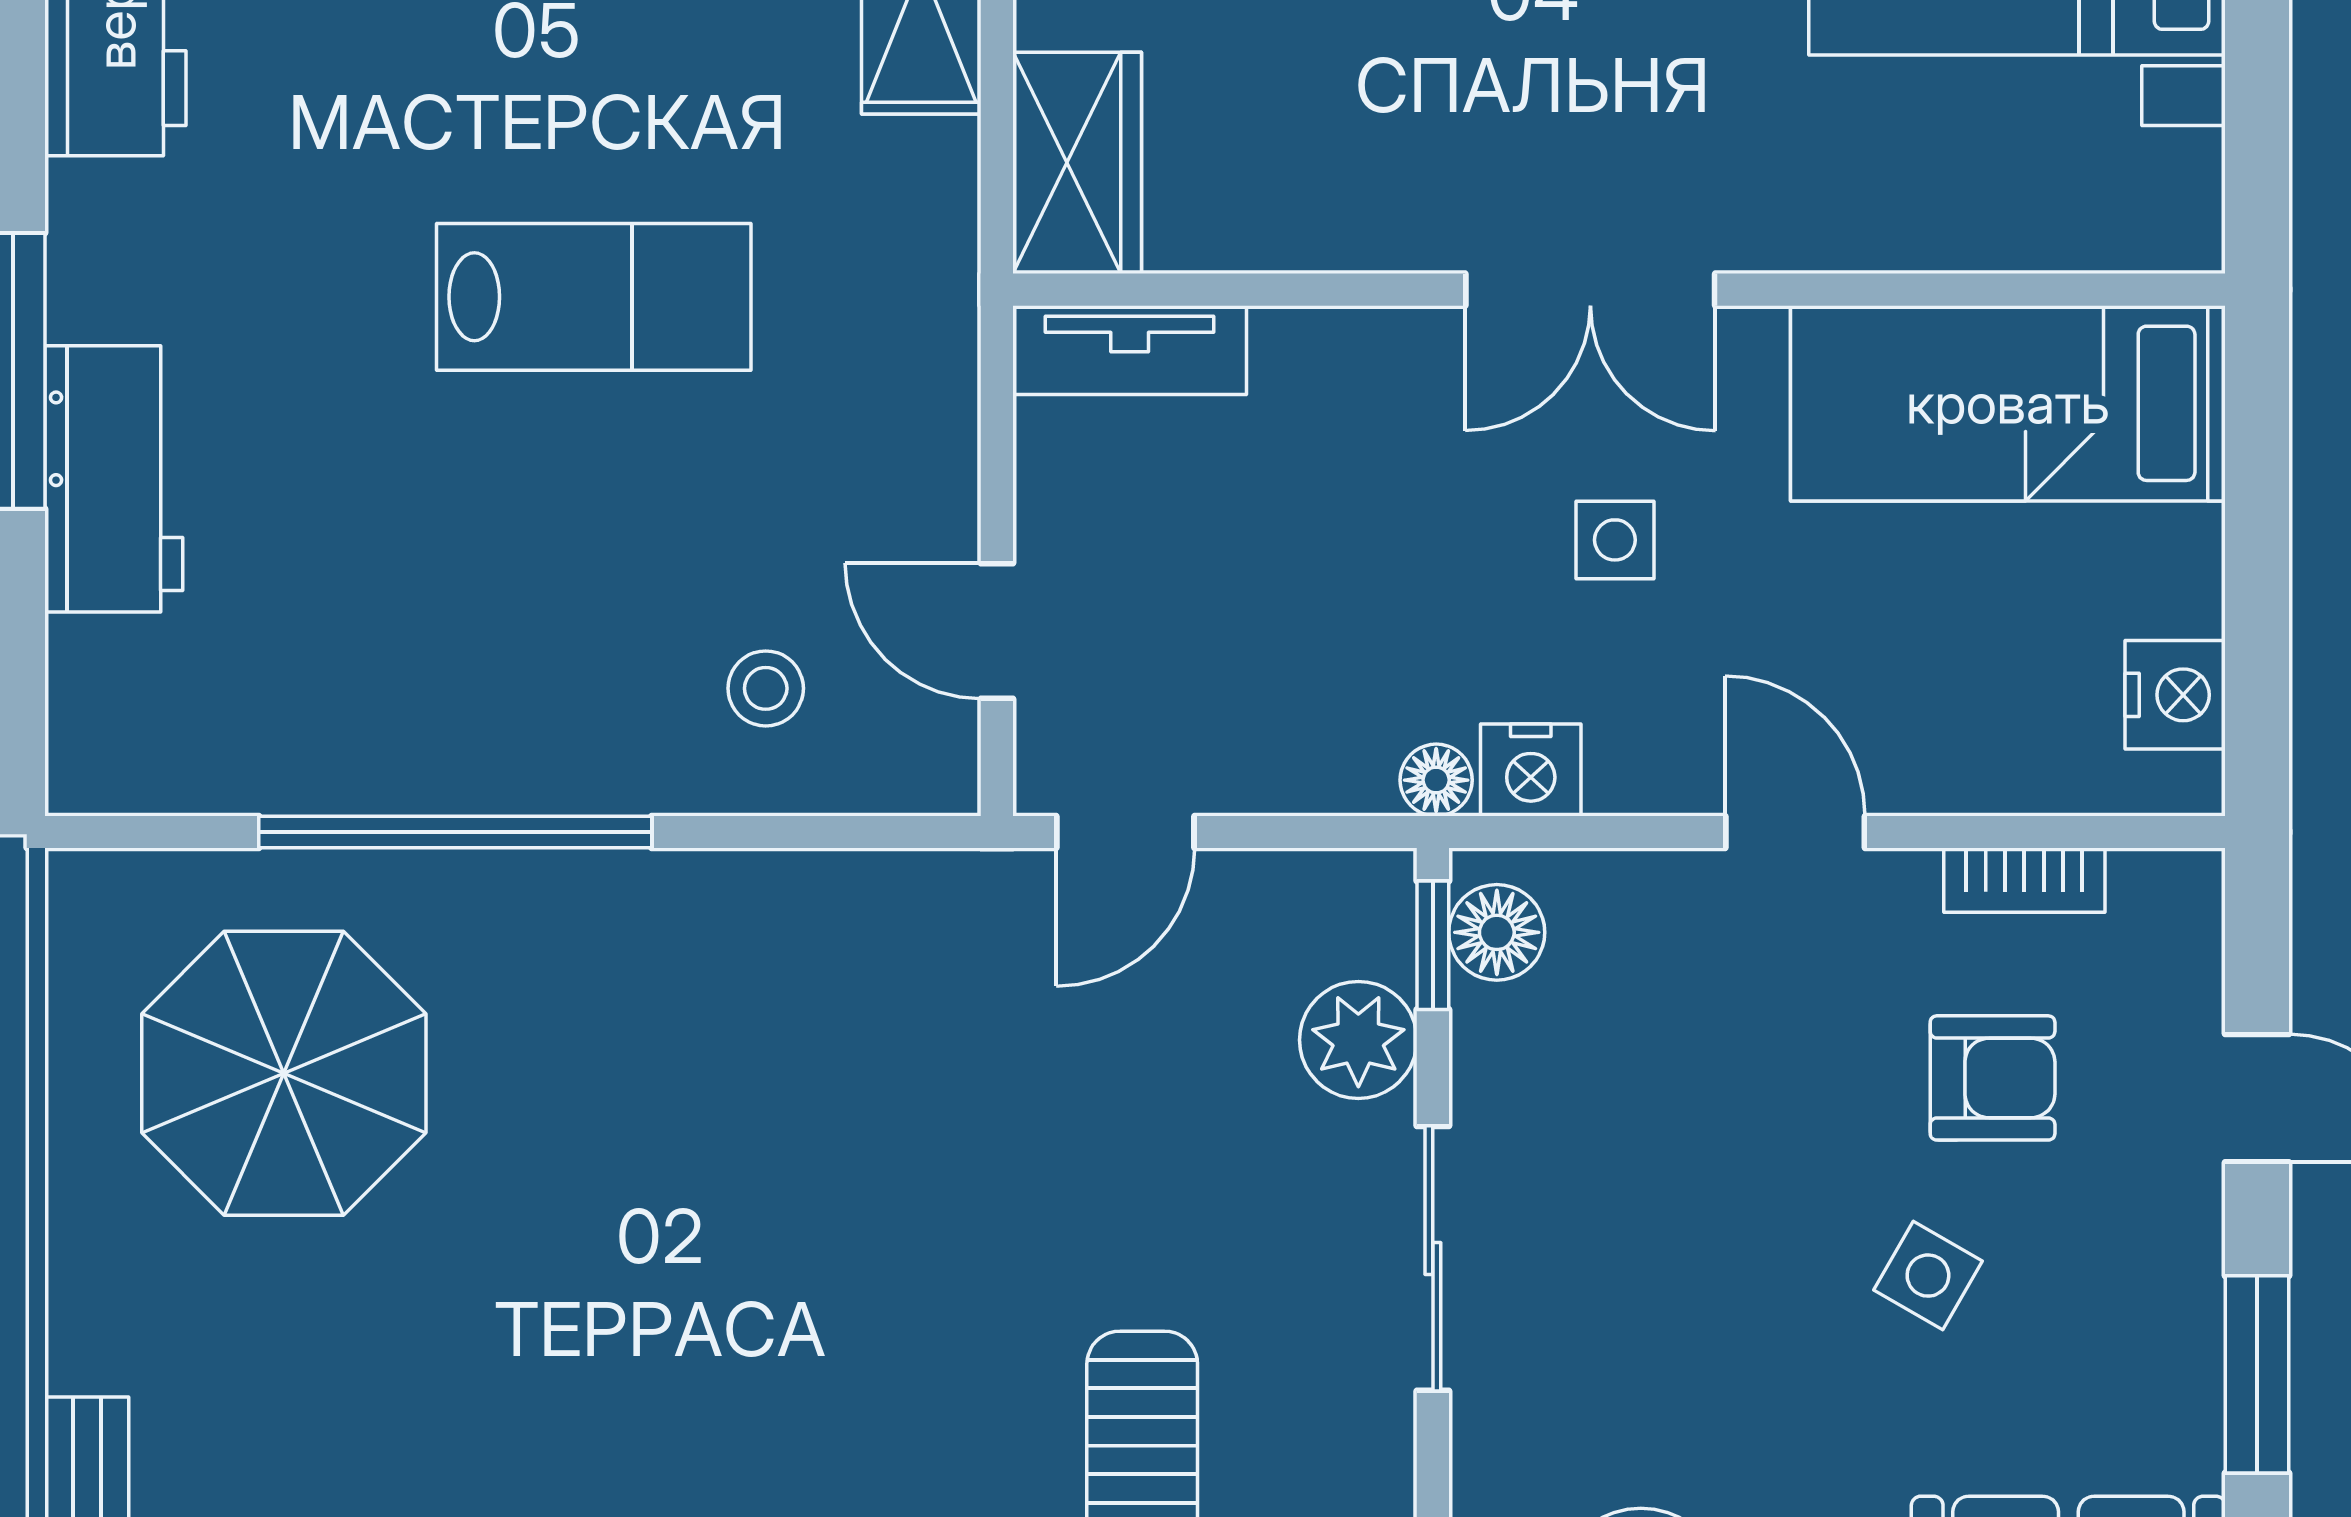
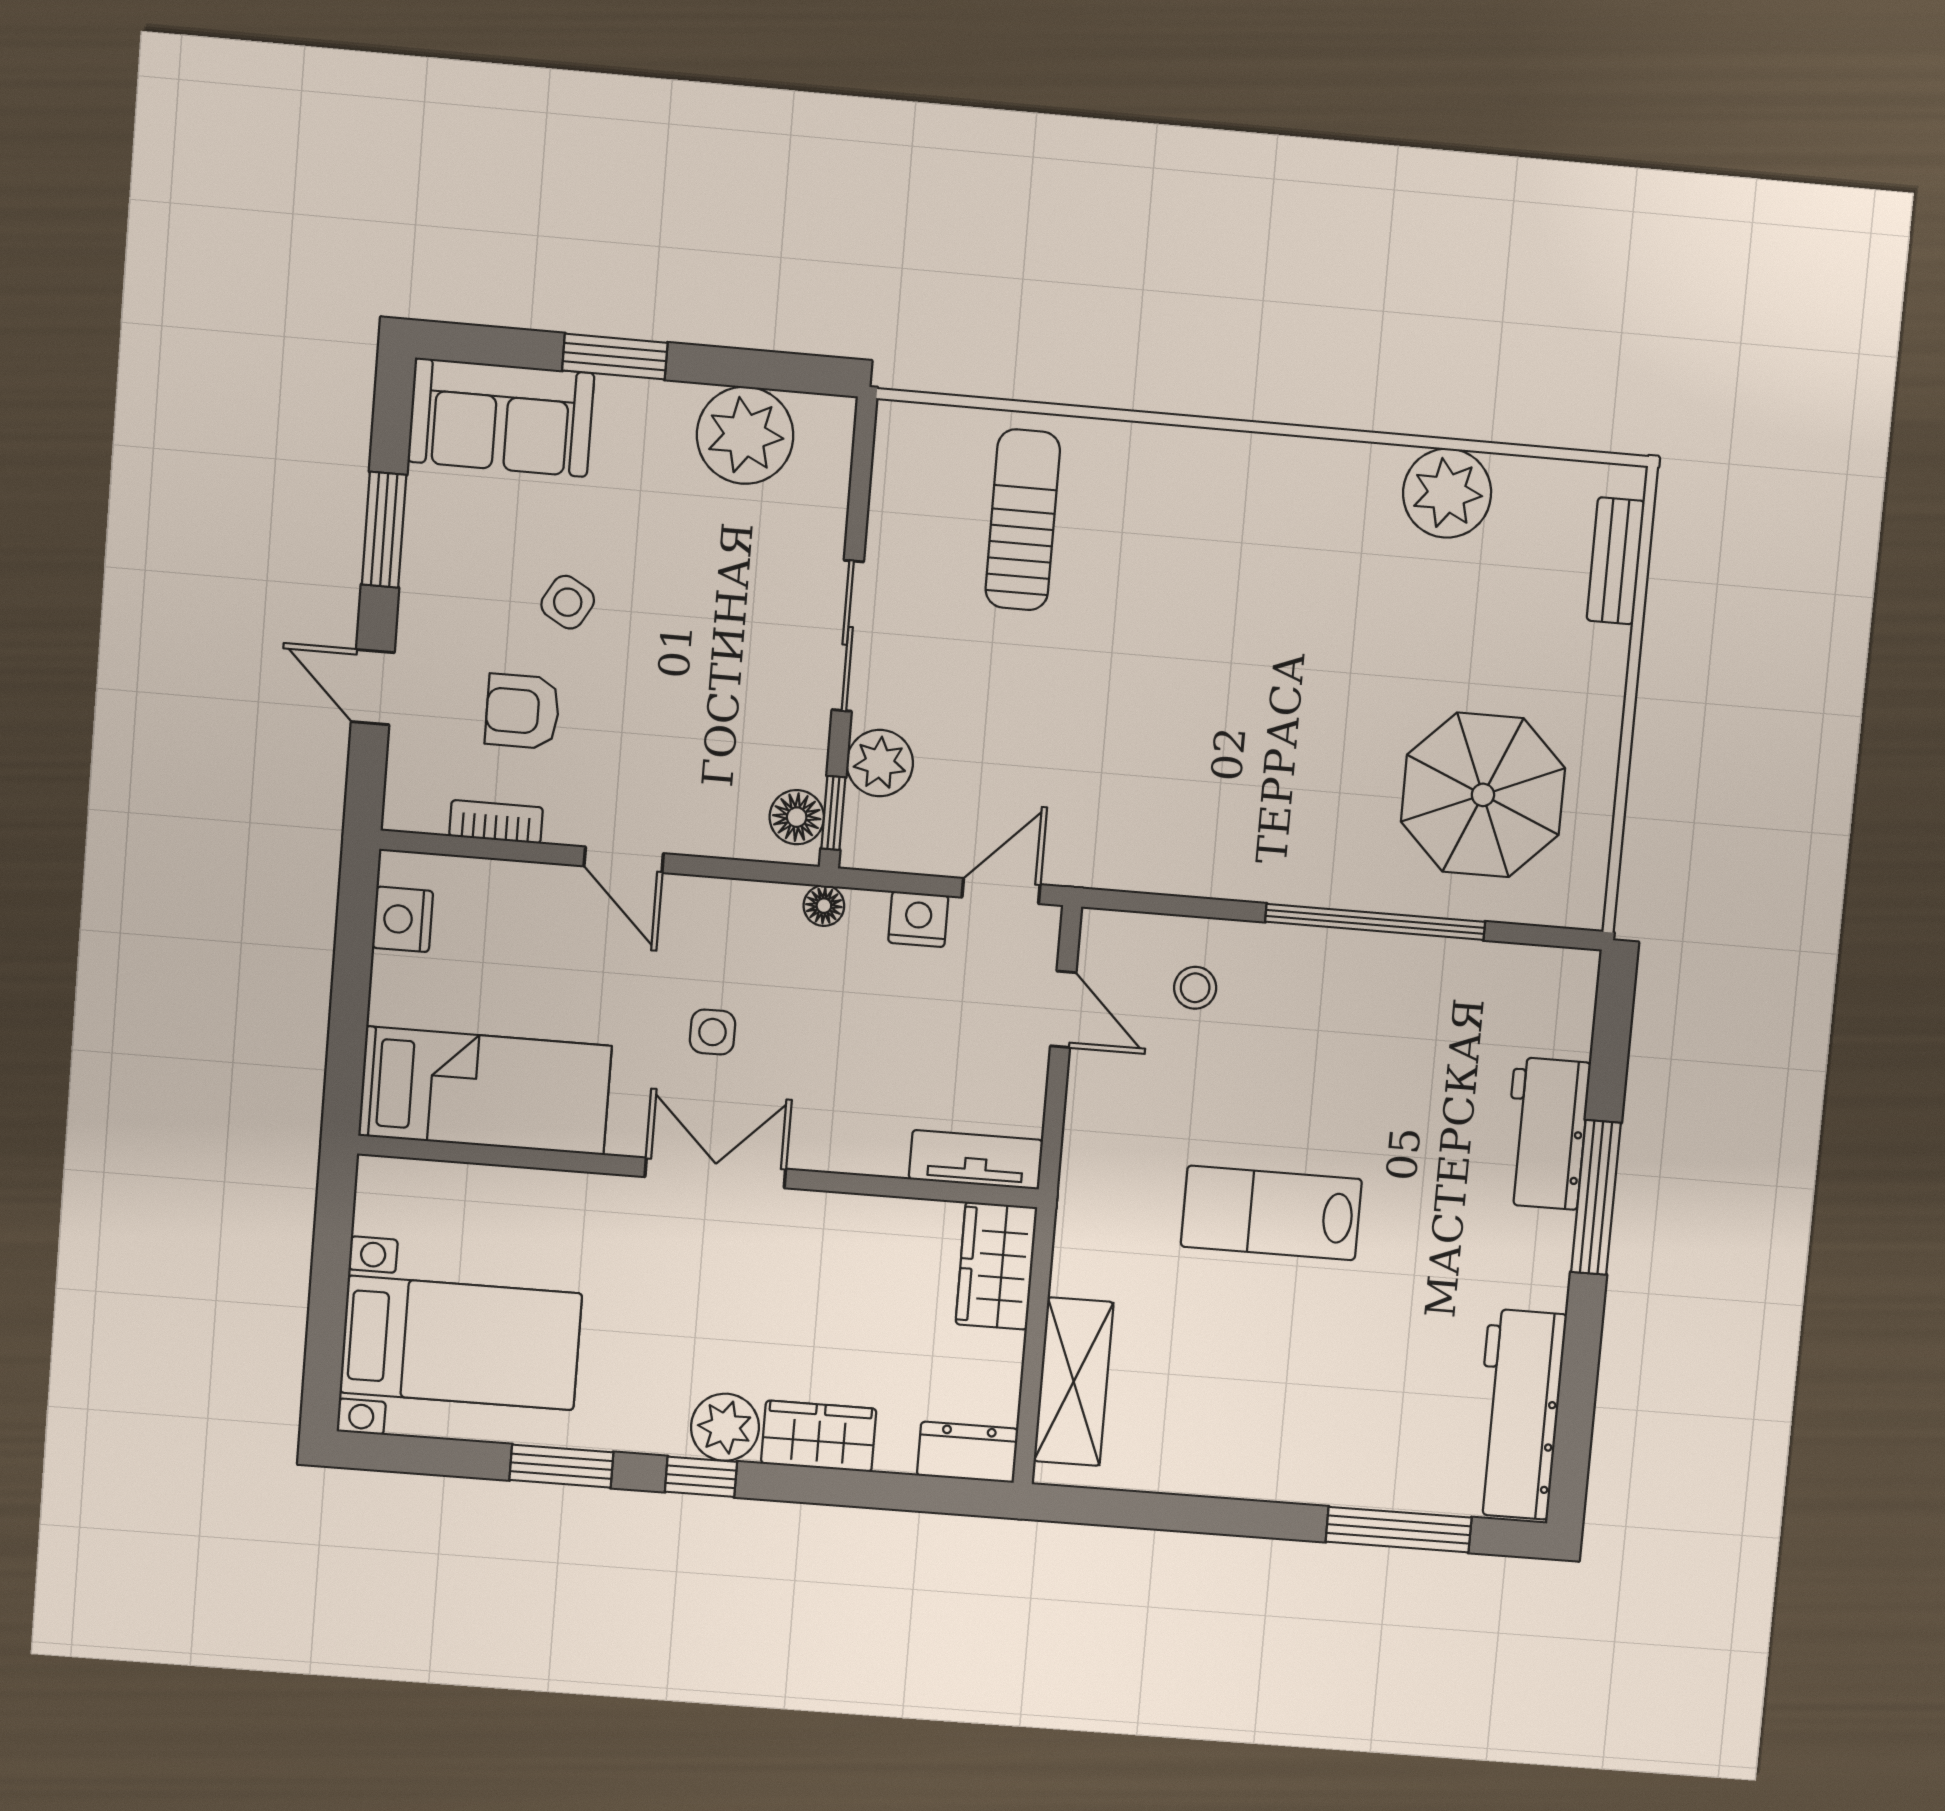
nightstand: (1531, 770) -> (918, 919), moved

